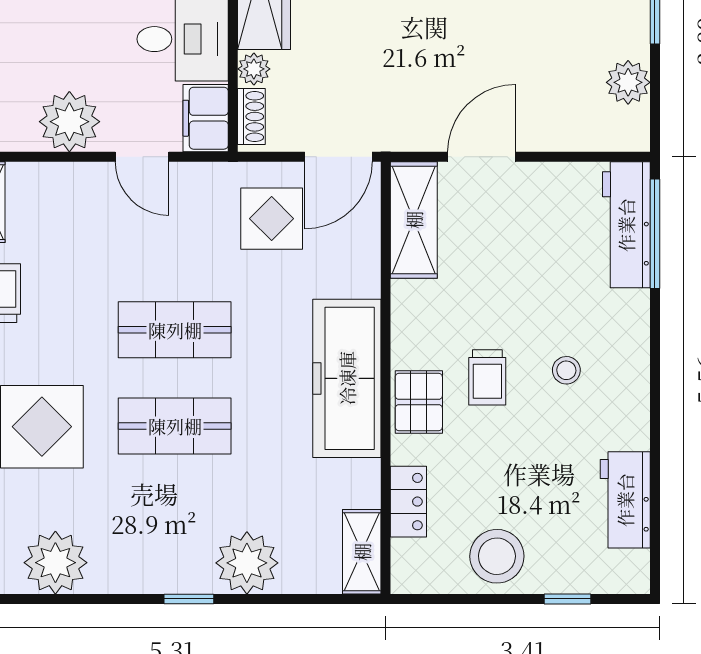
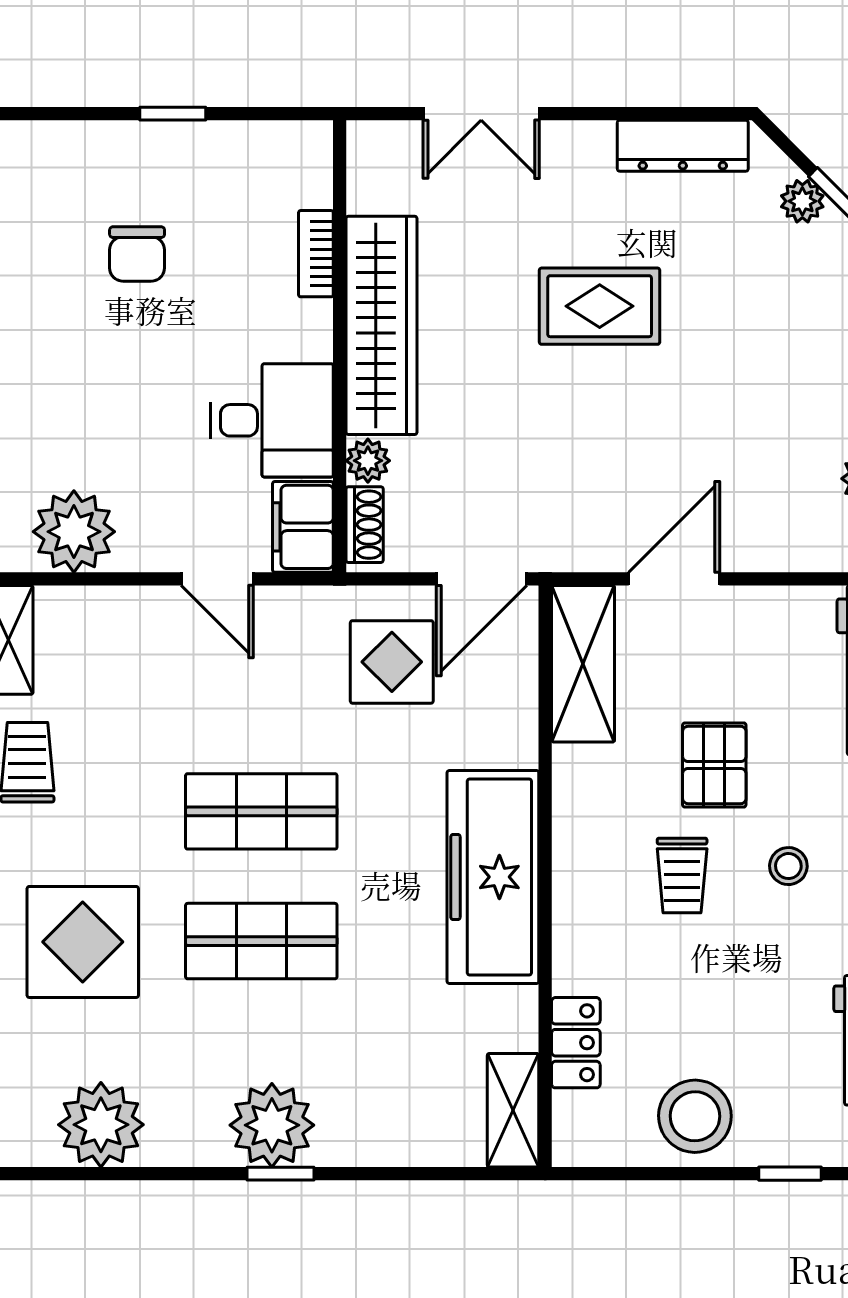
plant: (69, 122) -> (74, 532), moved
pallet: (419, 402) -> (714, 765), moved
plant: (247, 563) -> (272, 1125), moved

